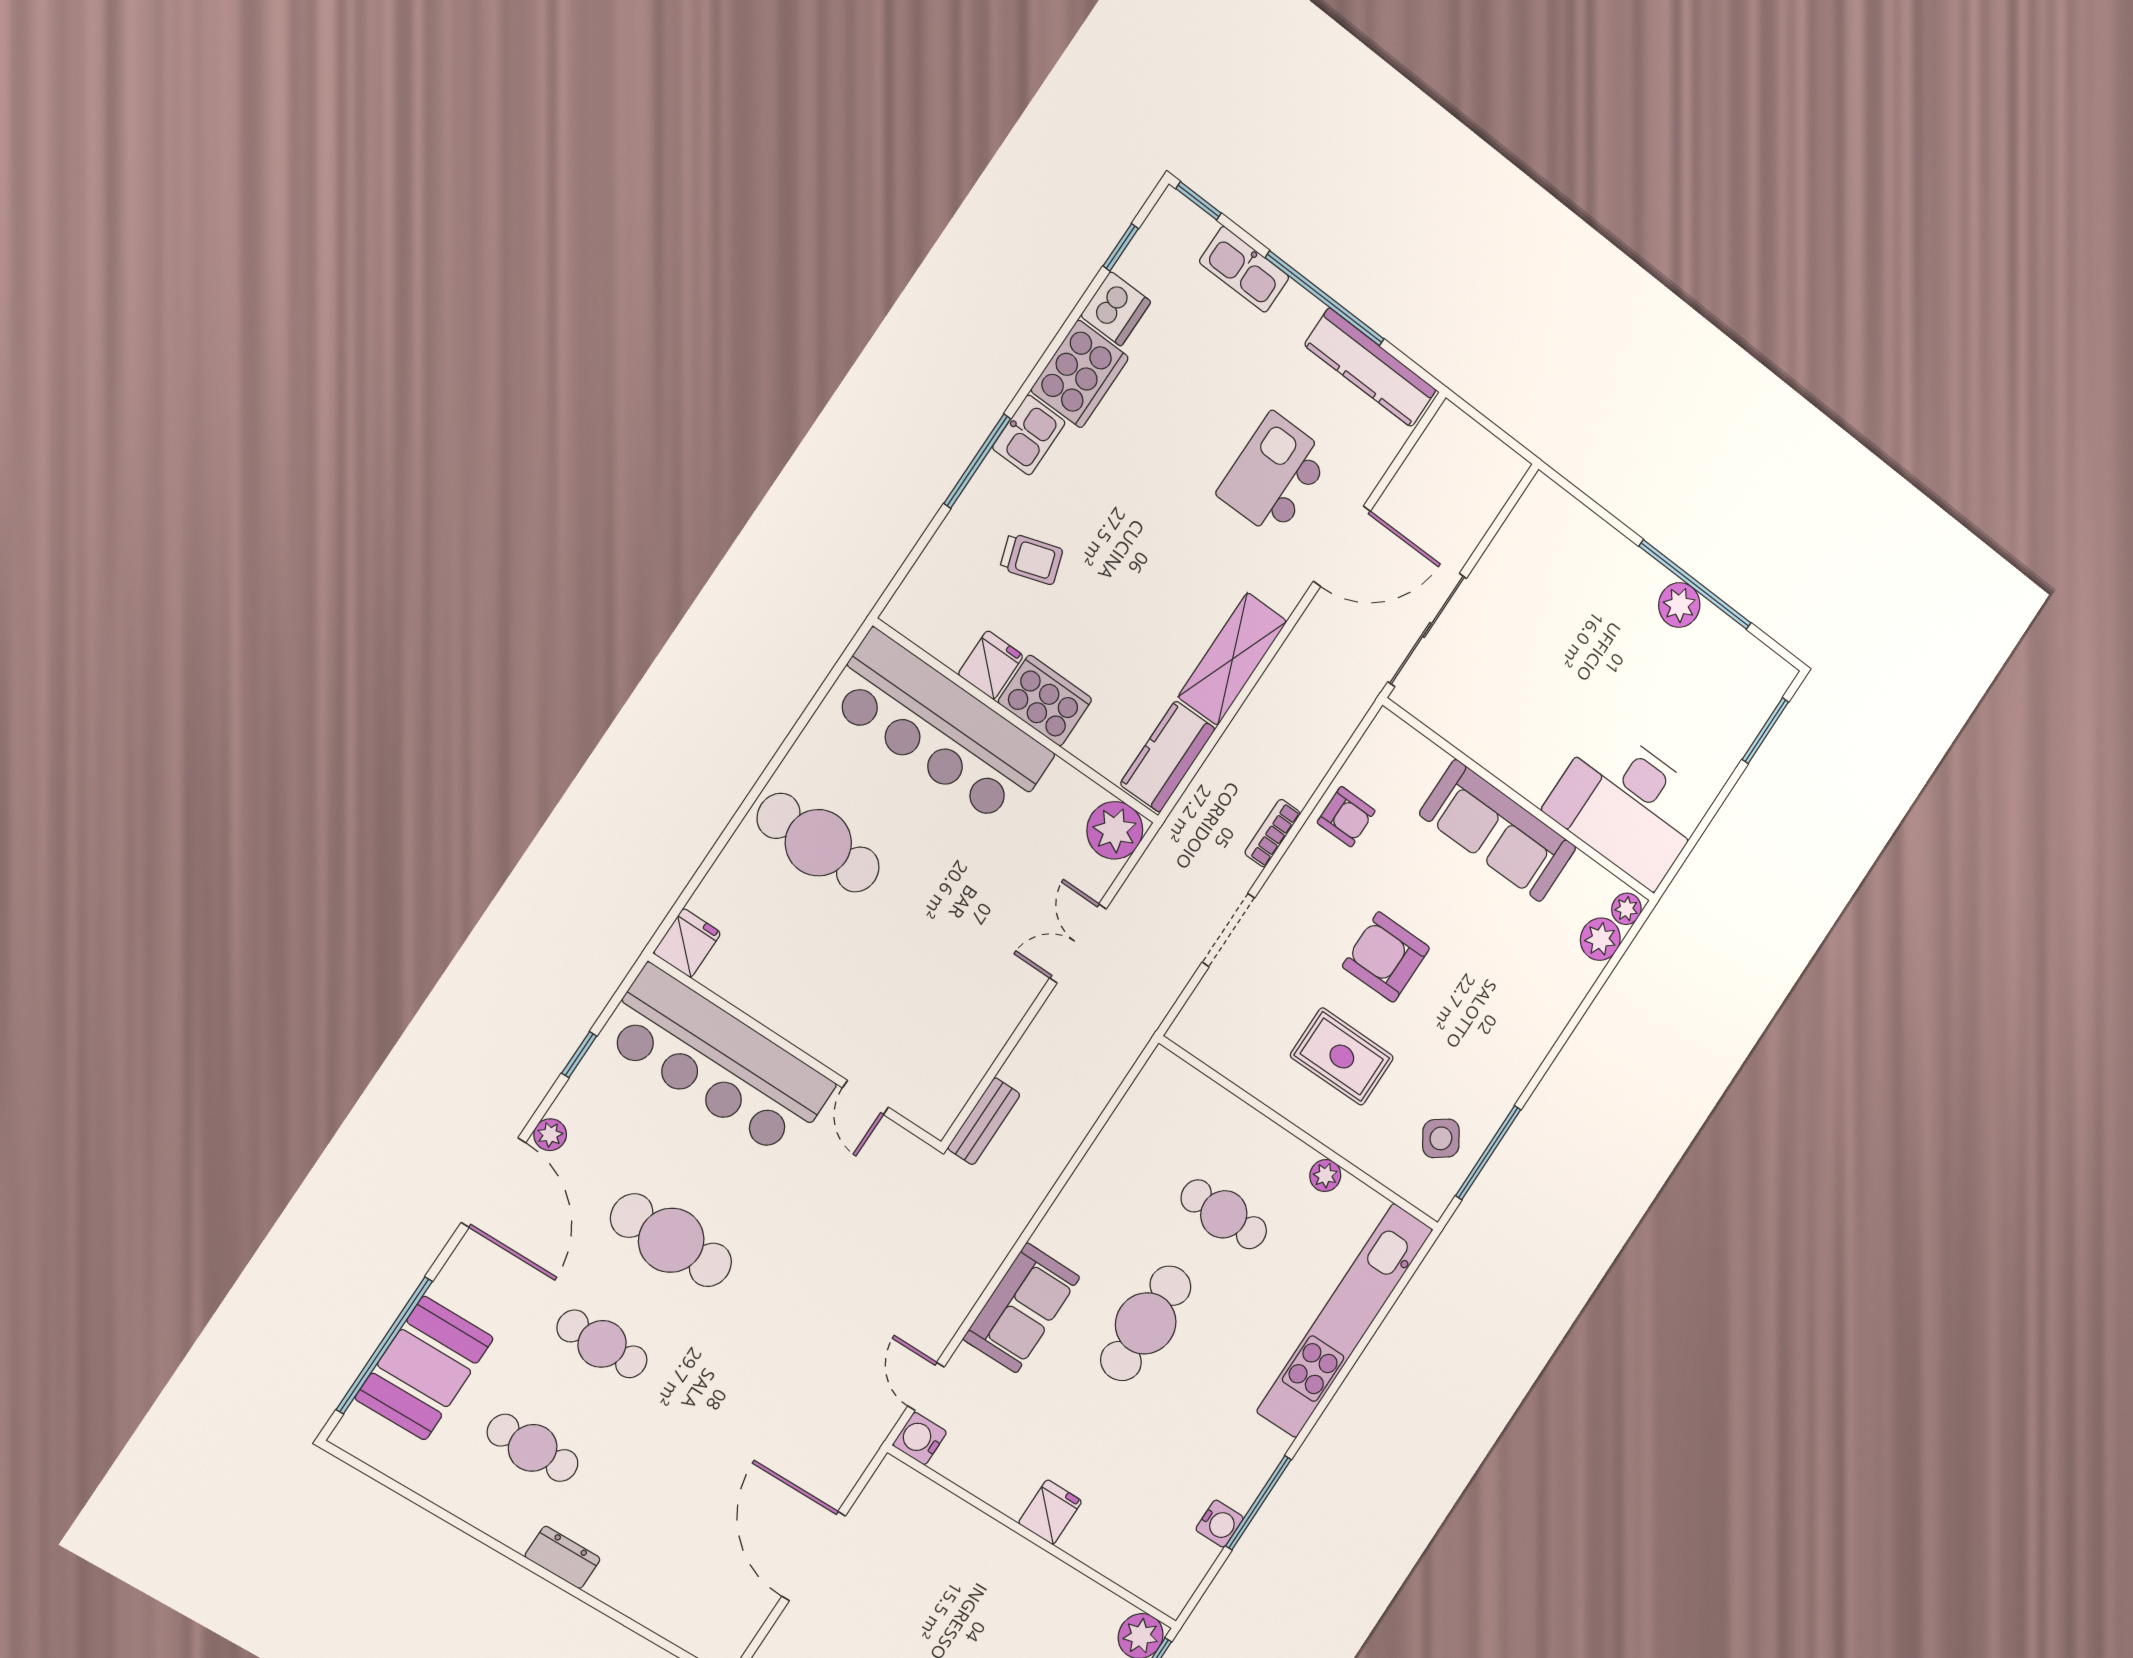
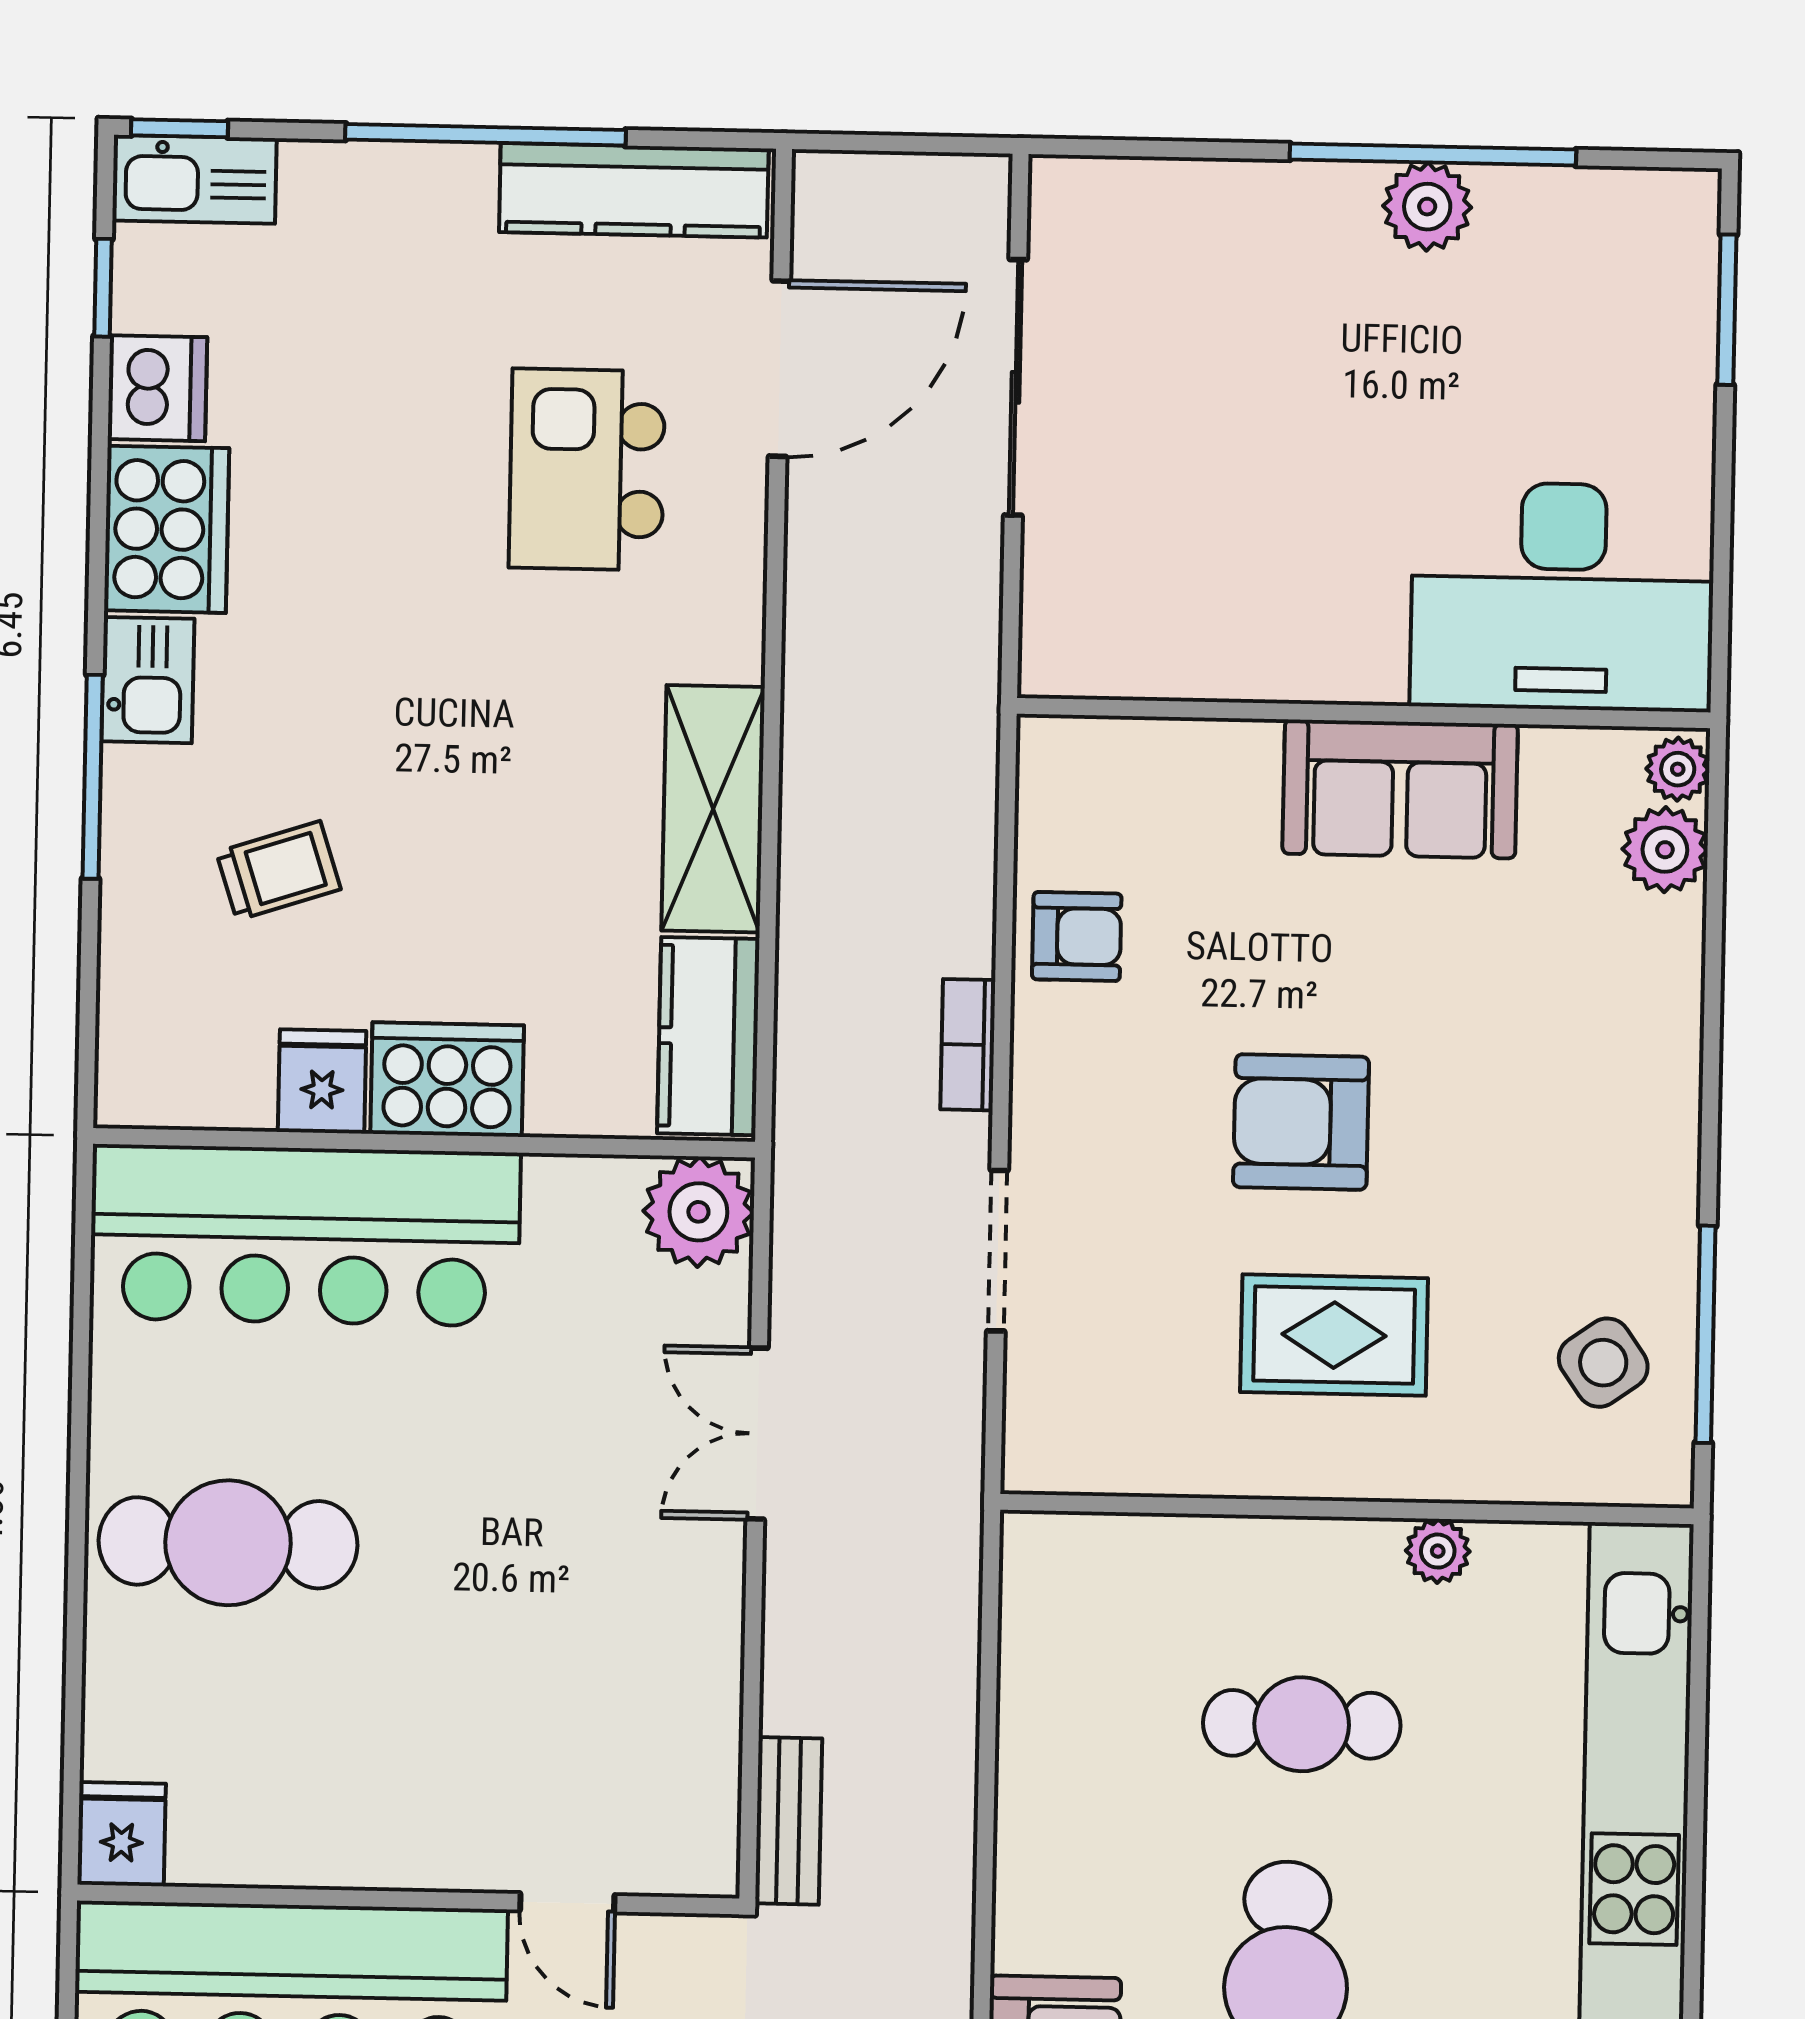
kitchen sink: (1244, 269) -> (194, 179), moved
door: (1342, 546) -> (779, 369), moved
sliding door: (1427, 630) -> (1016, 387), moved
sofa: (1498, 831) -> (1400, 789), width x0.73

